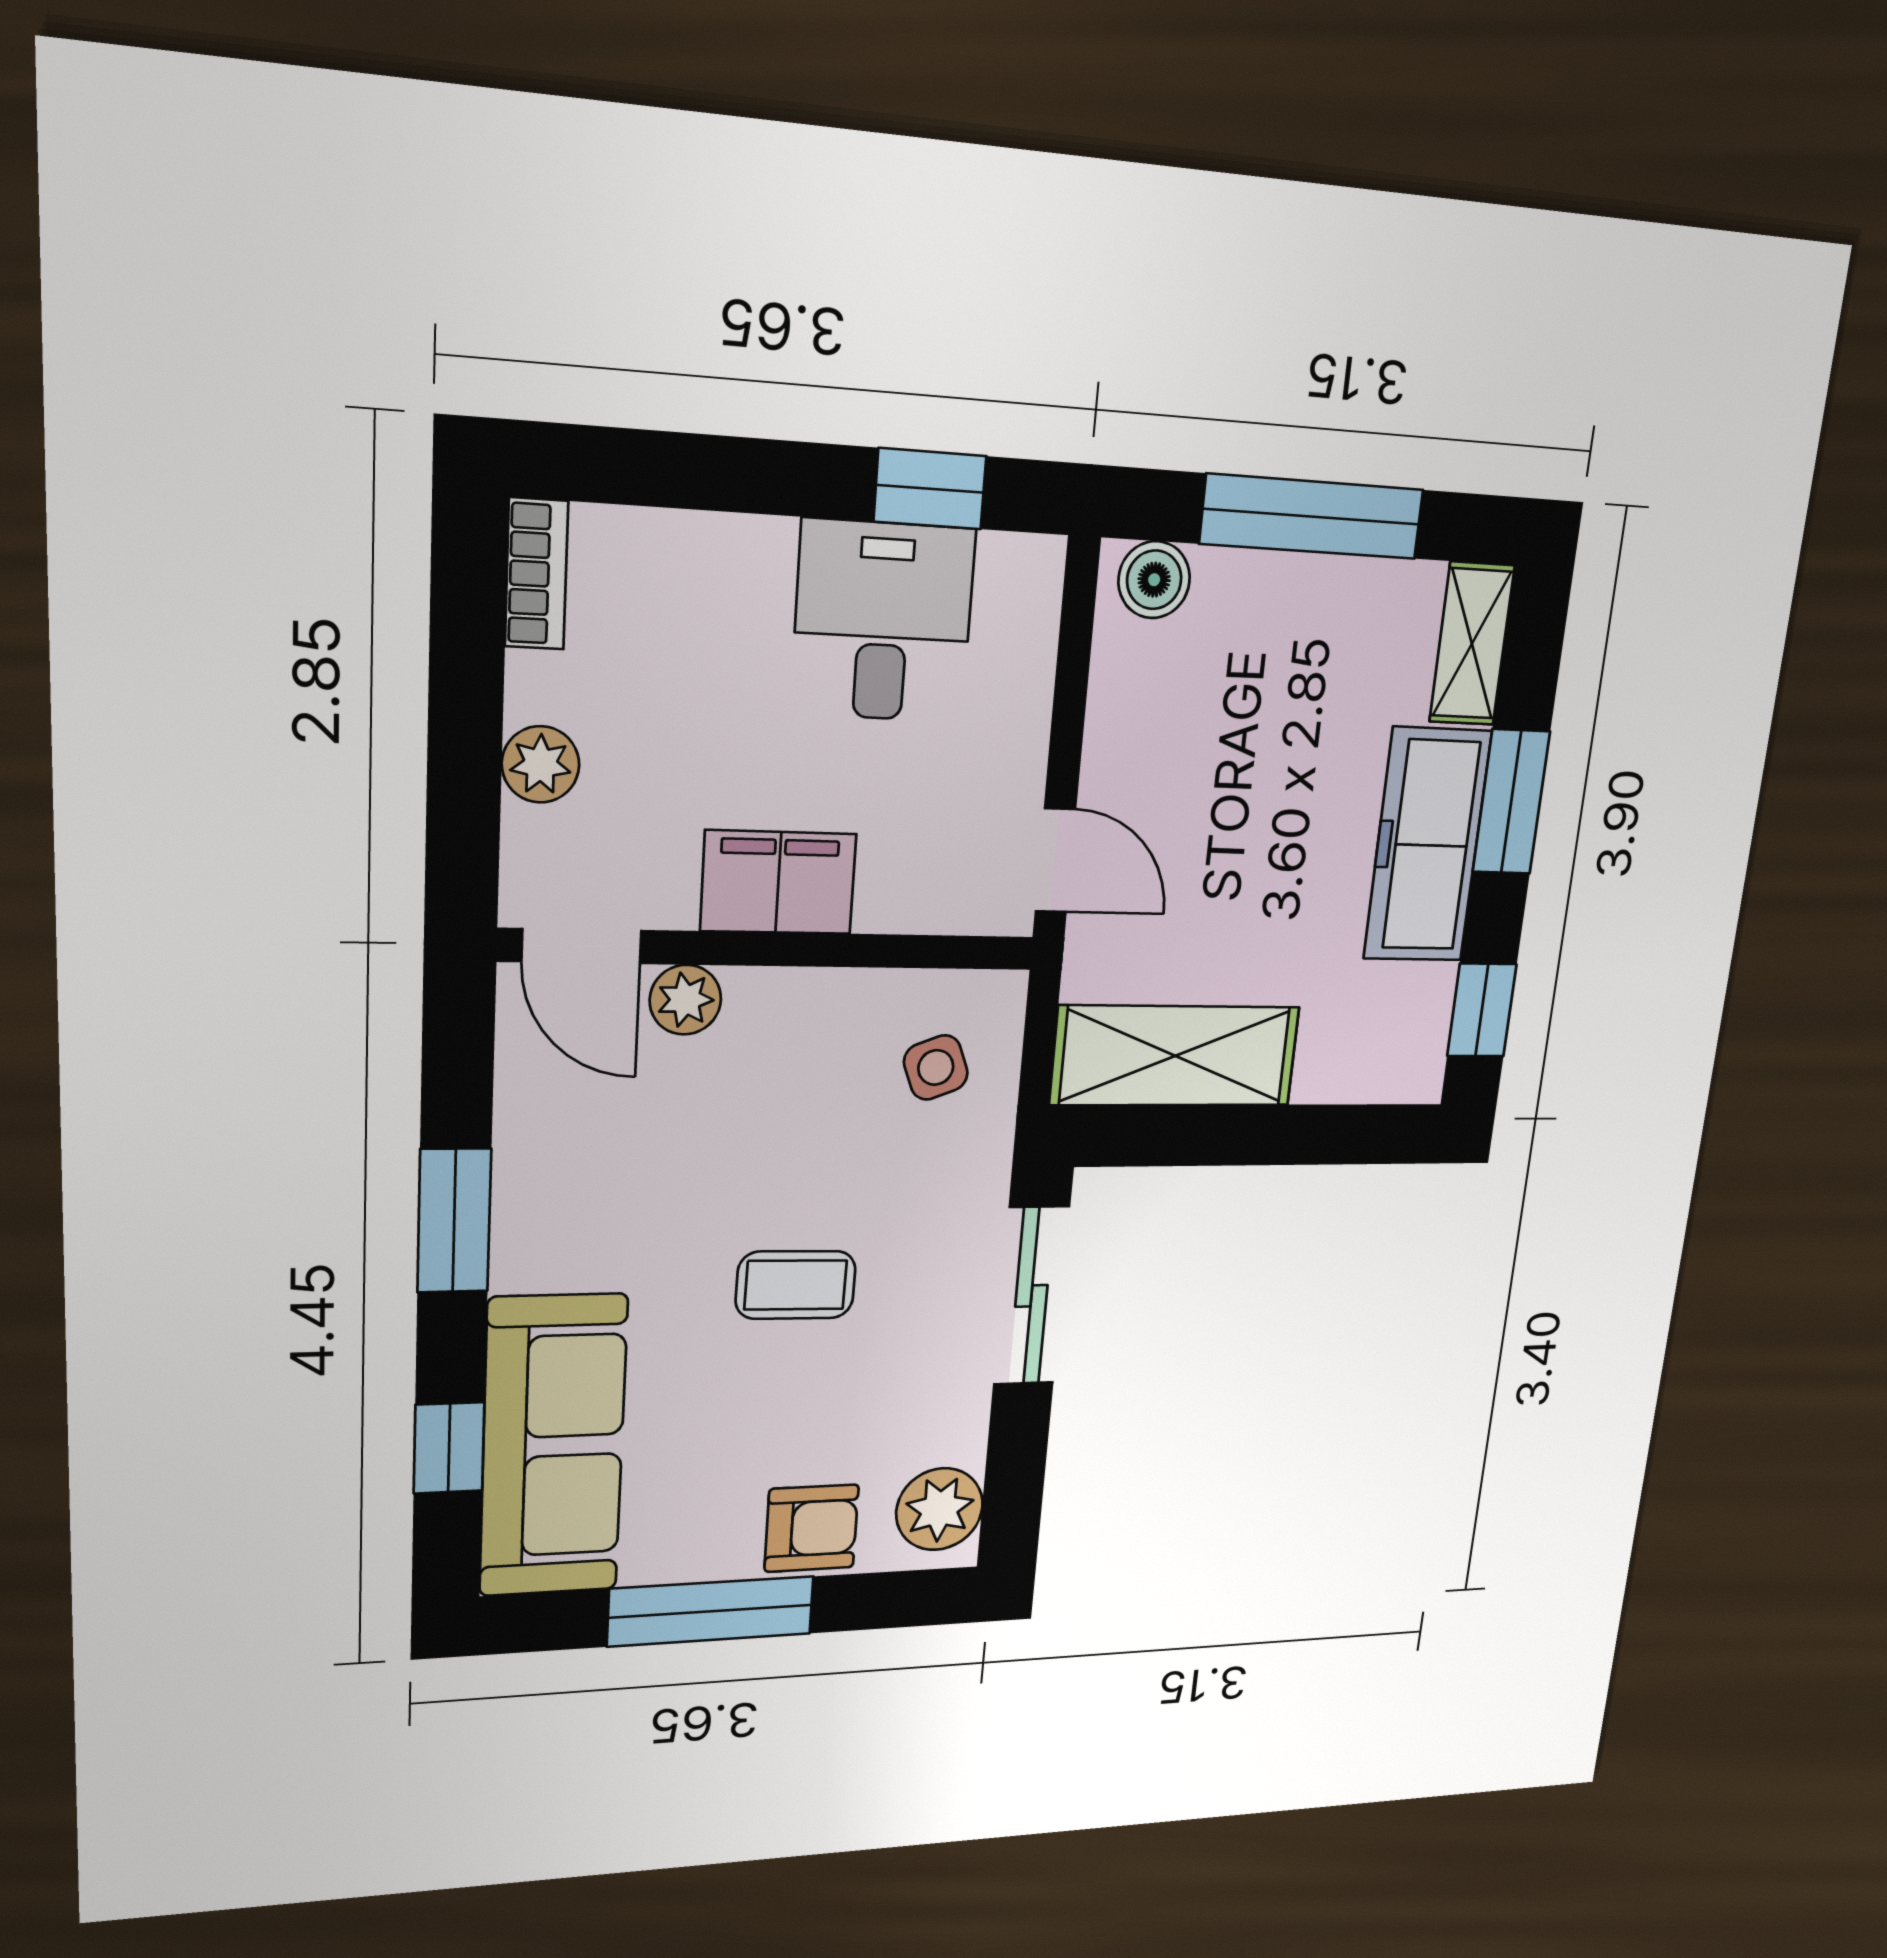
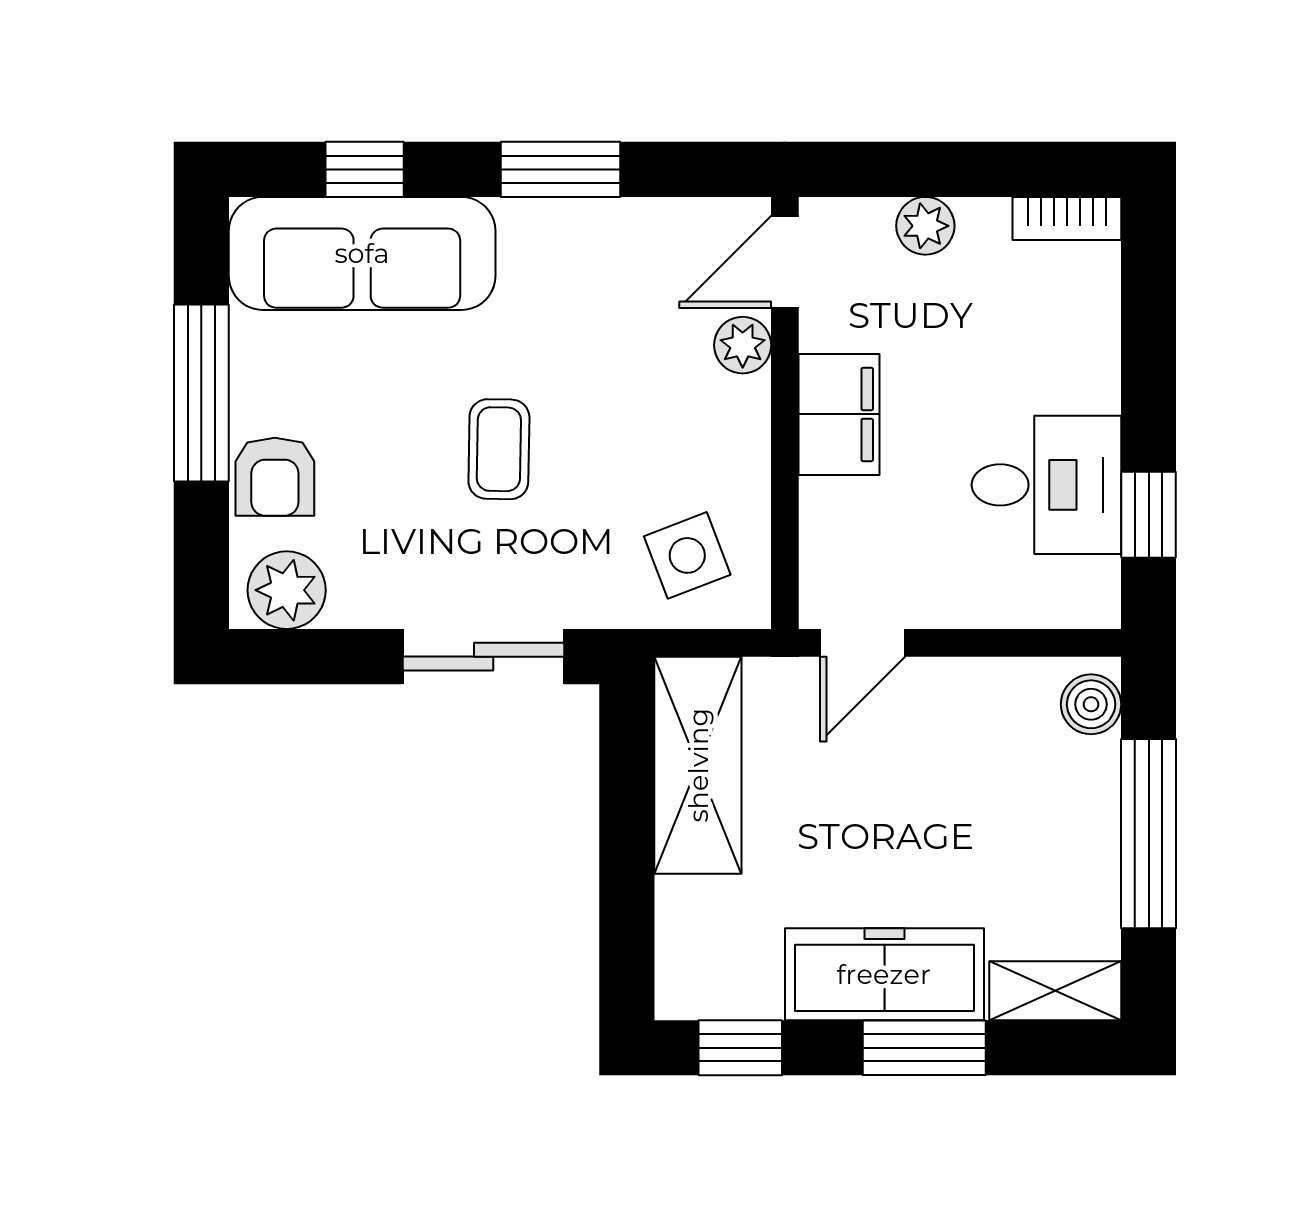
side table: (936, 1067) -> (687, 555), width x1.37, depth x1.37

